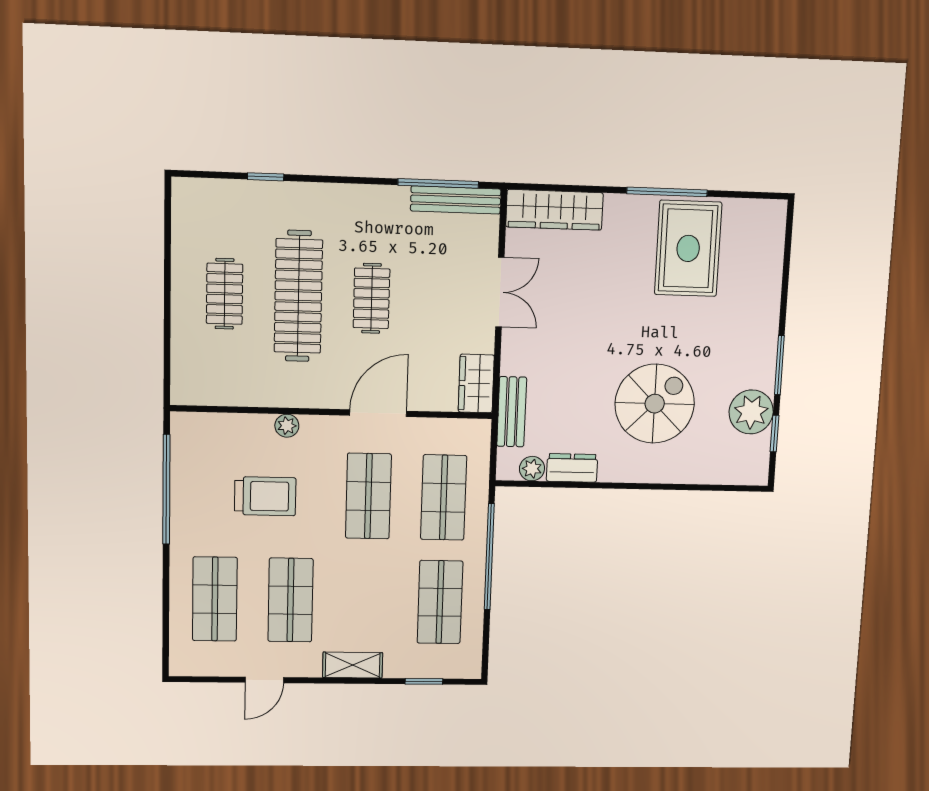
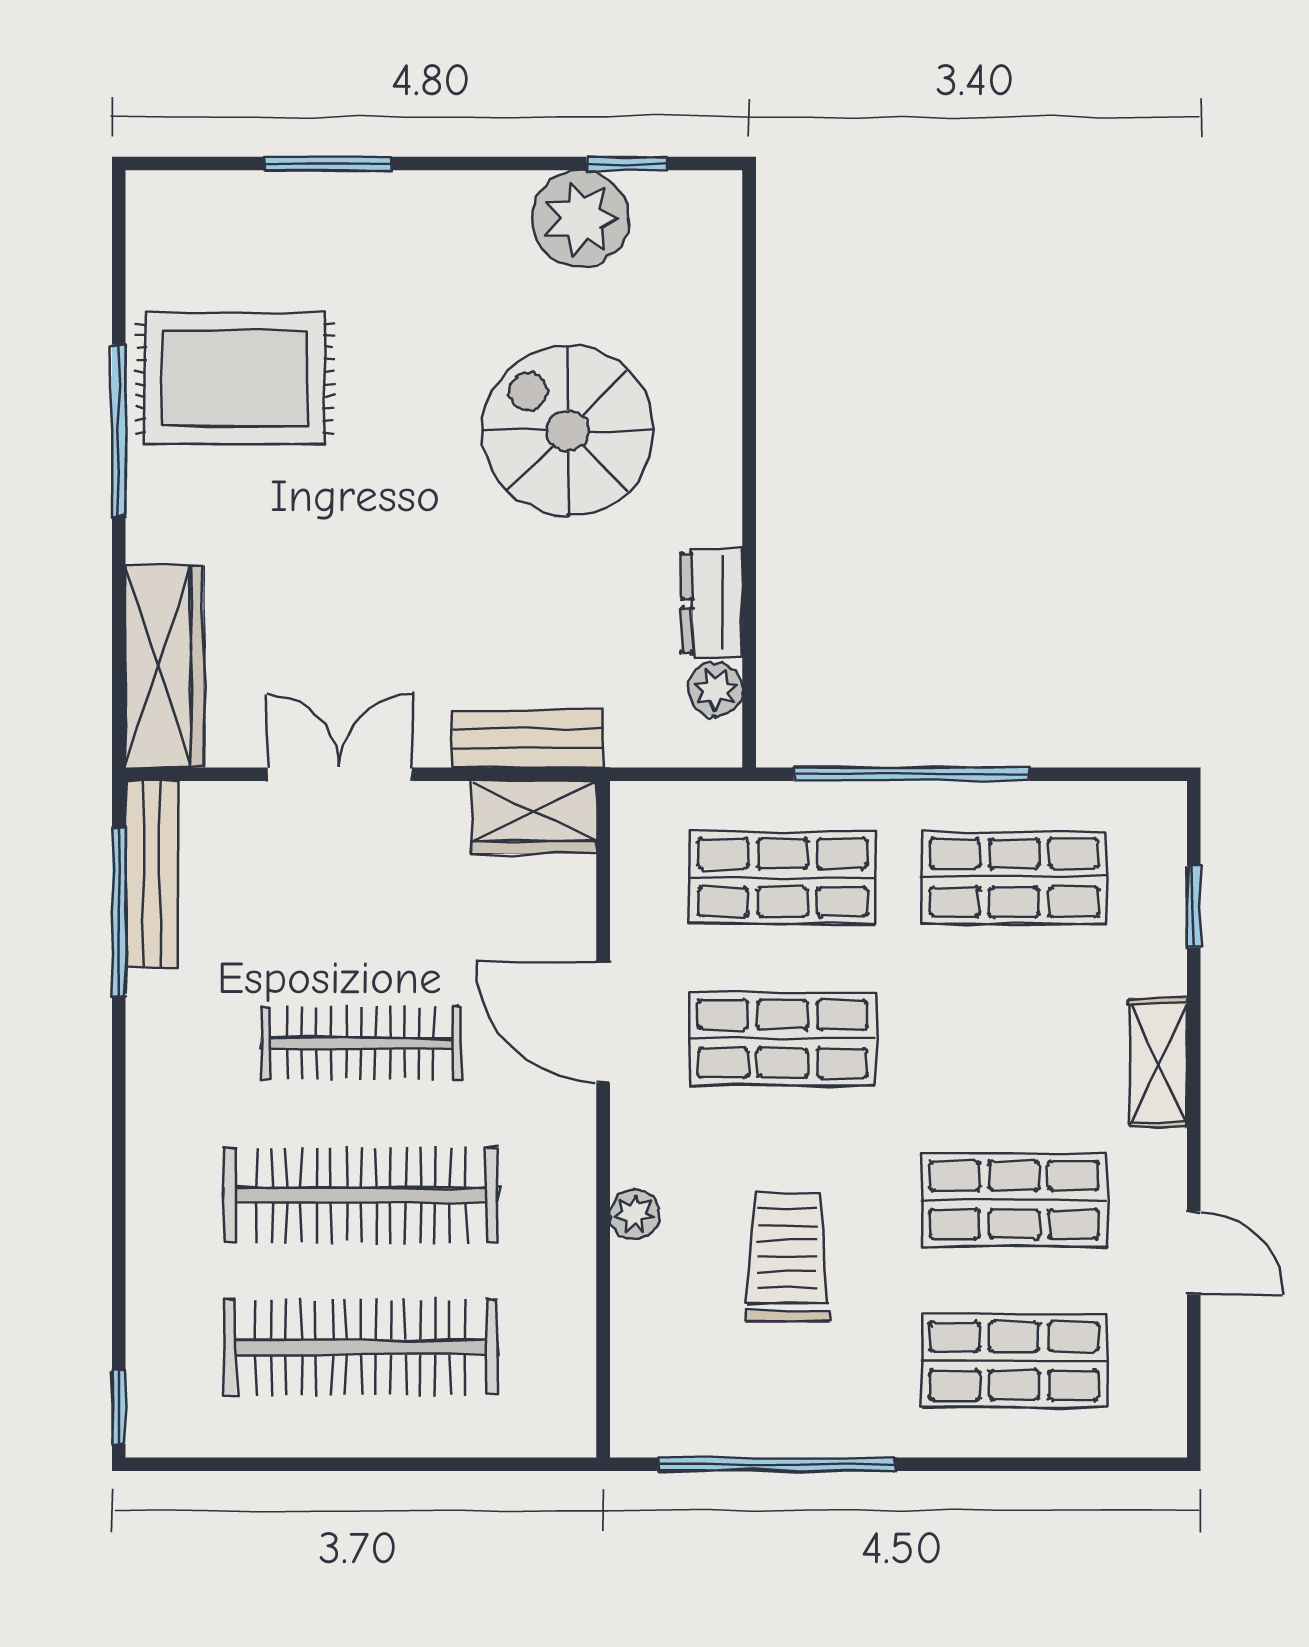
window: (266, 177) -> (119, 1407), moved
clothes rail: (225, 294) -> (361, 1347), width x1.86, depth x1.31
clothes rail: (371, 298) -> (361, 1043), width x1.36
window: (779, 365) -> (328, 164), moved
bench: (512, 412) -> (528, 739), moved

